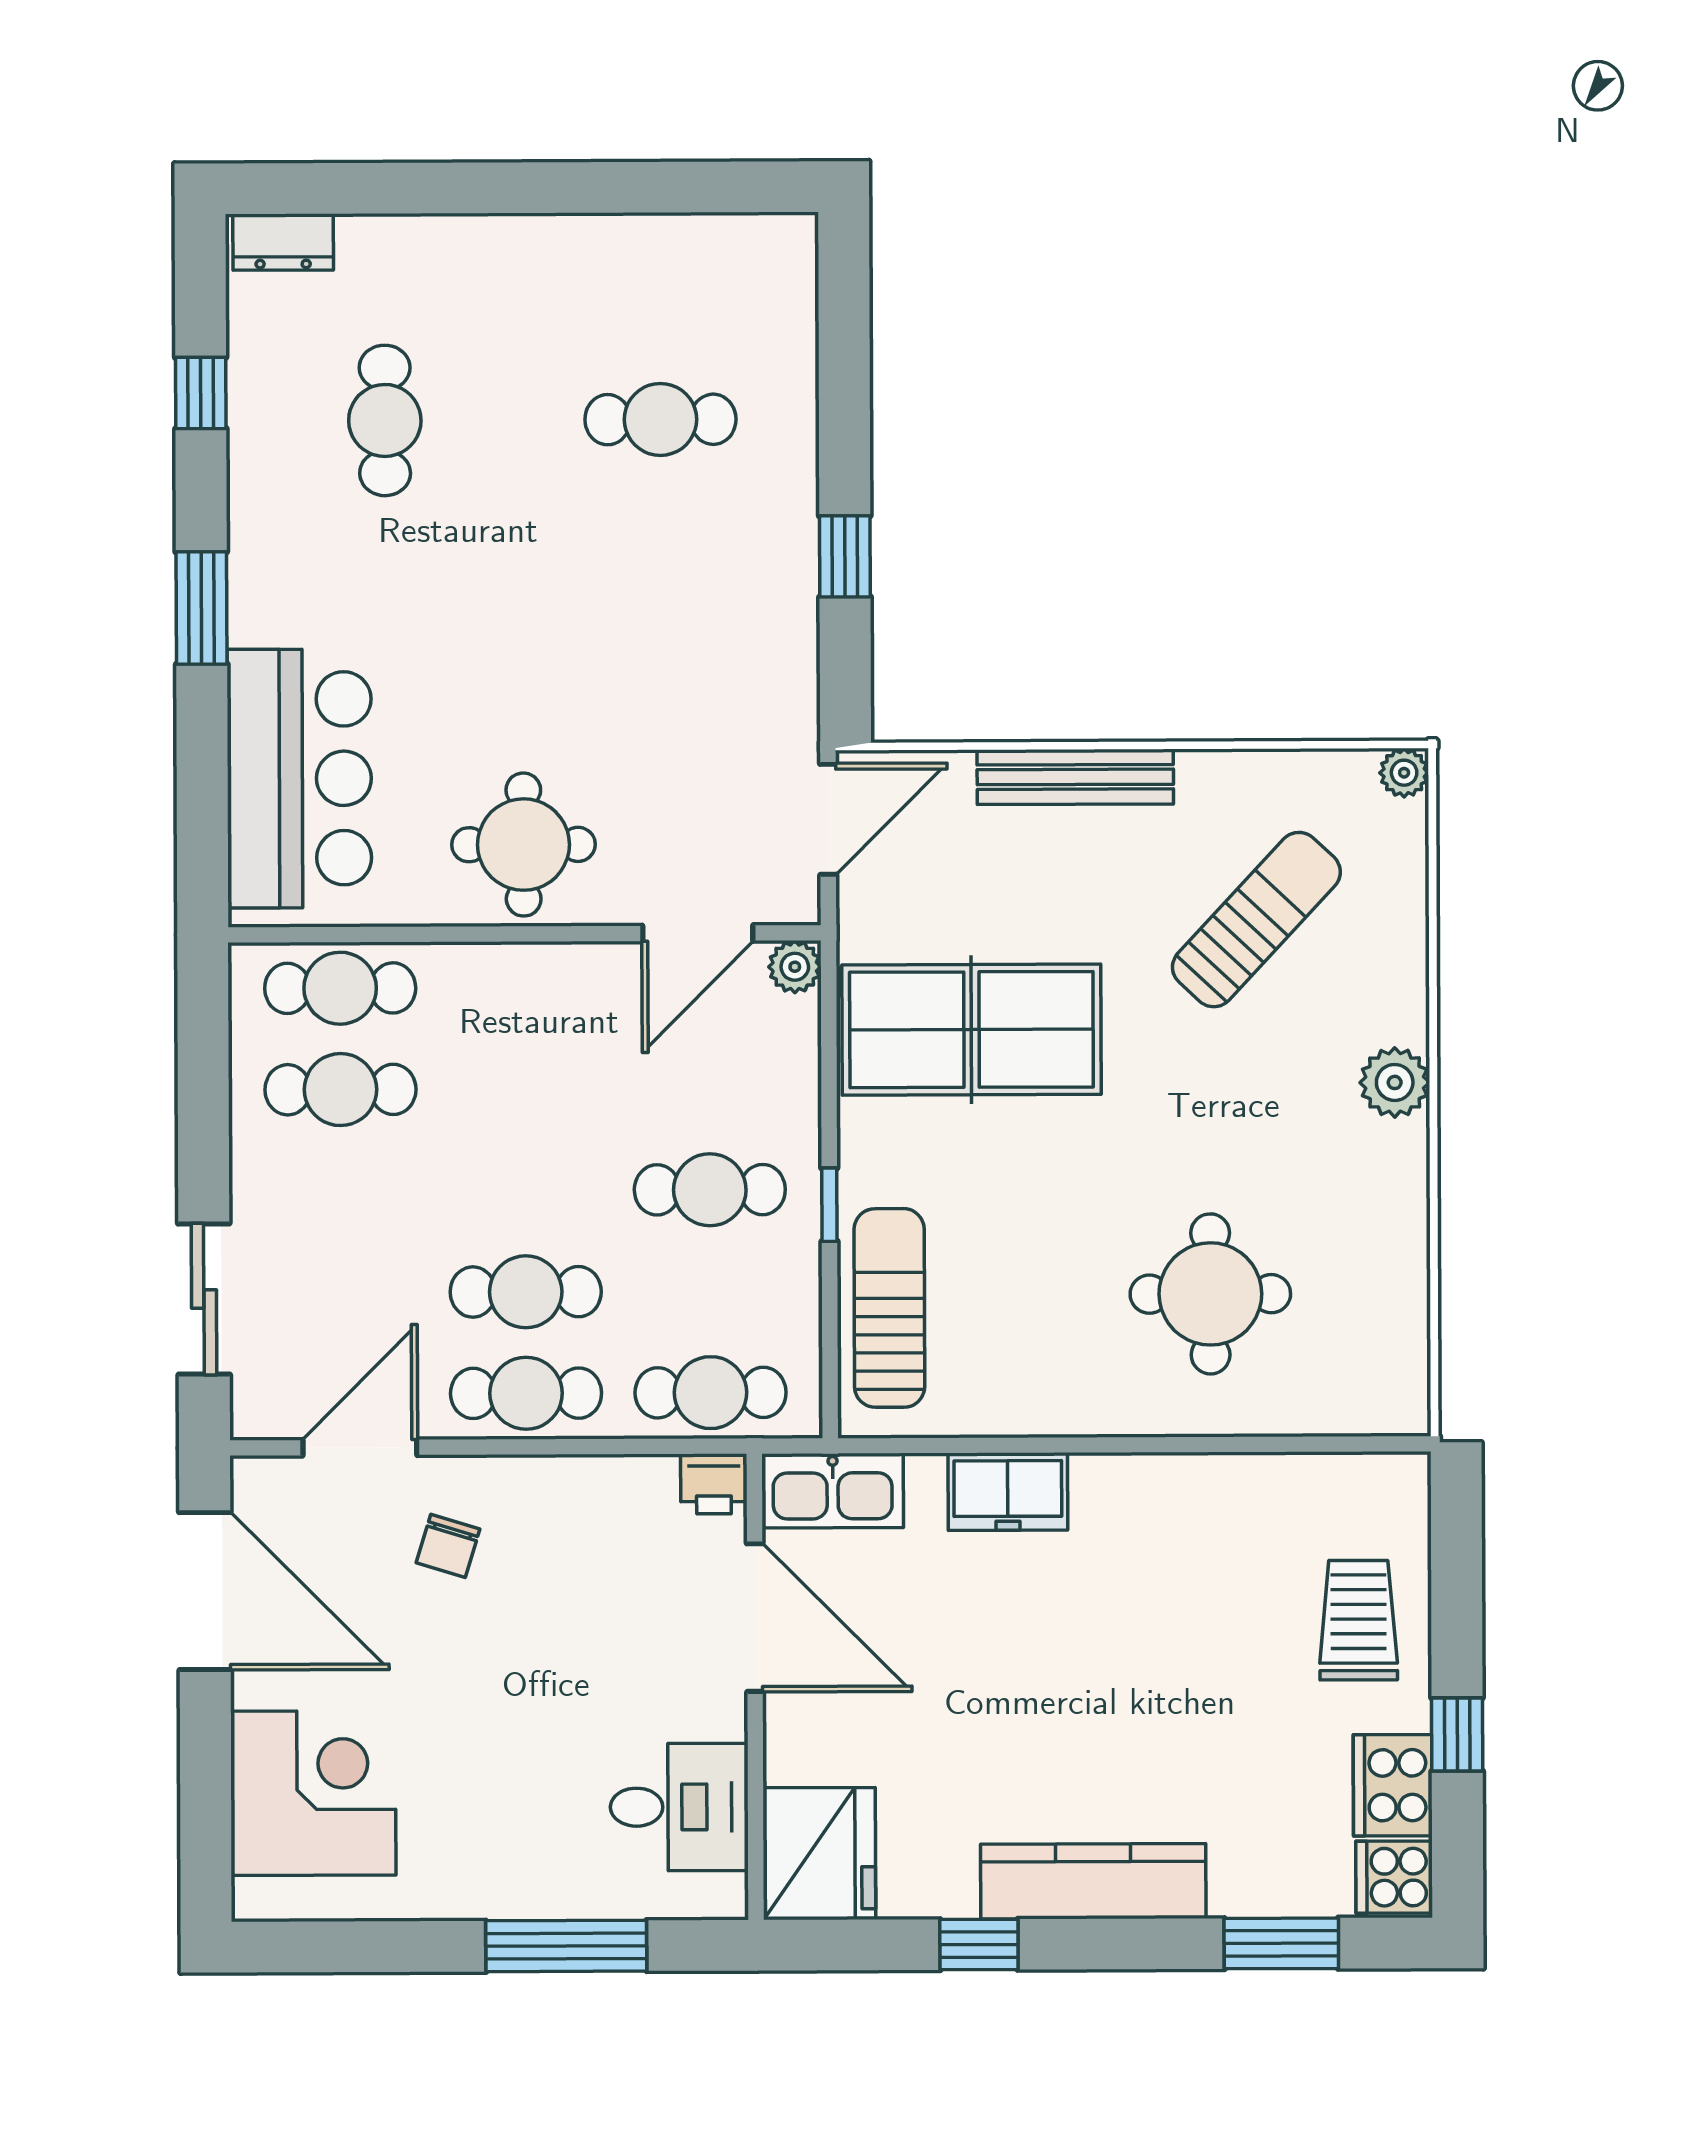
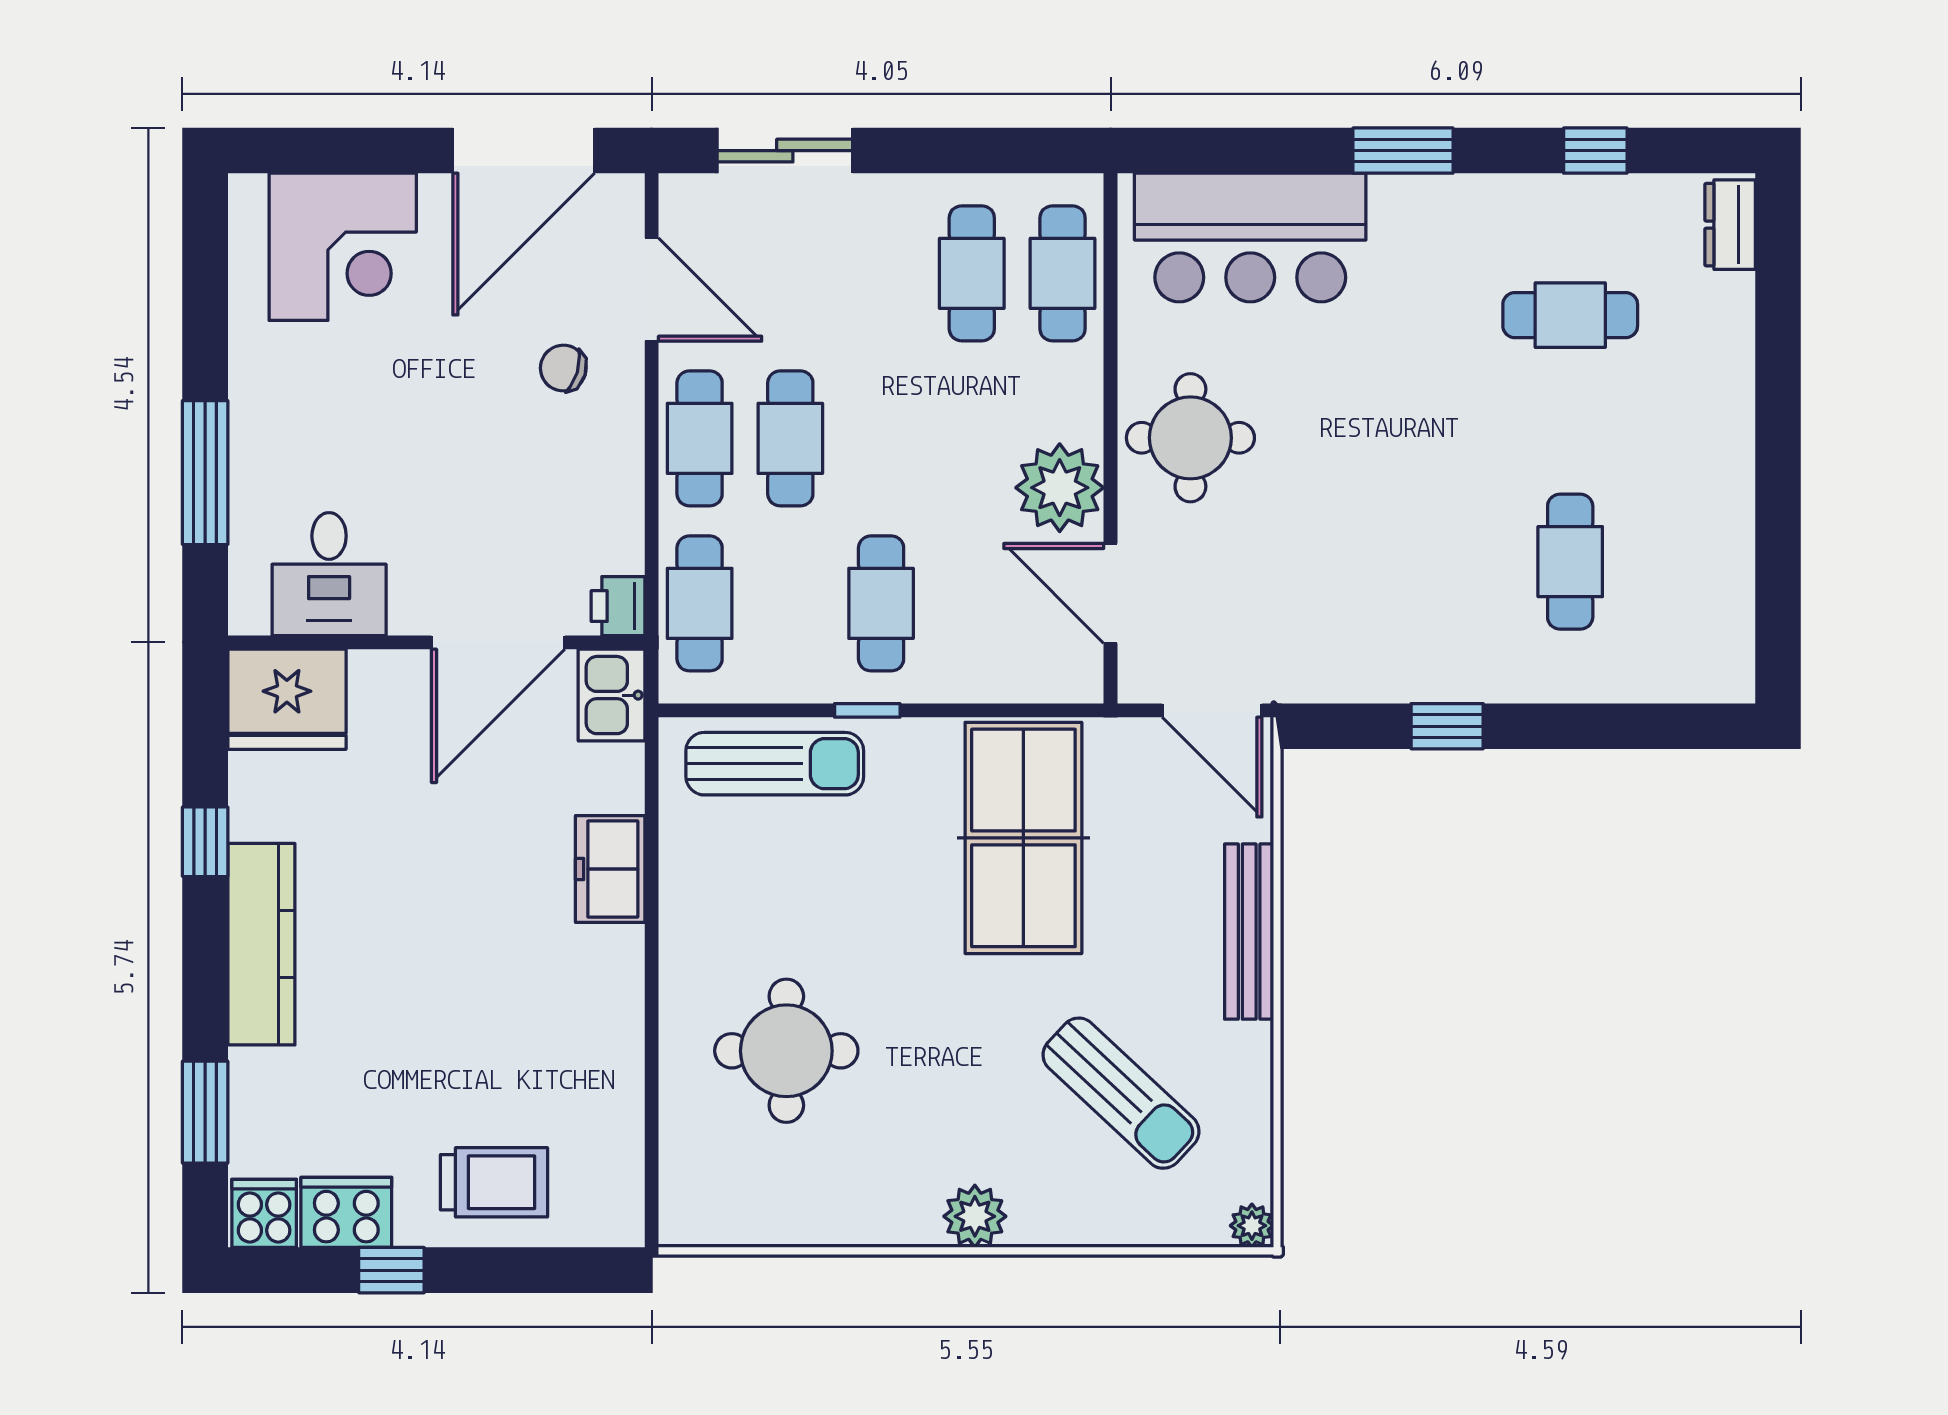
plant: (795, 967) -> (1060, 488), moved, width x1.88, depth x1.88
kitchen sink: (833, 1491) -> (612, 695), width x0.73

